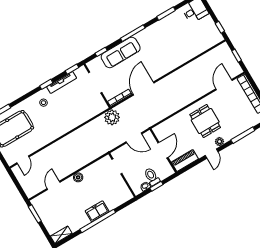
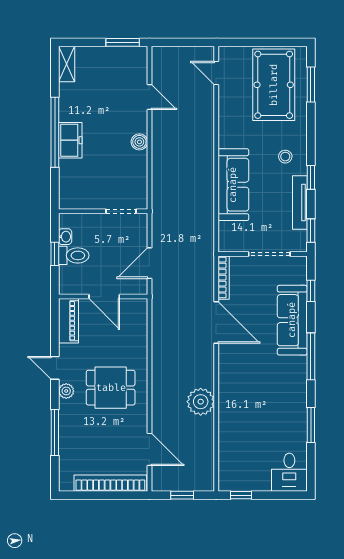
plant: (112, 117) -> (201, 402), moved
sofa: (72, 120) -> (233, 185), added

